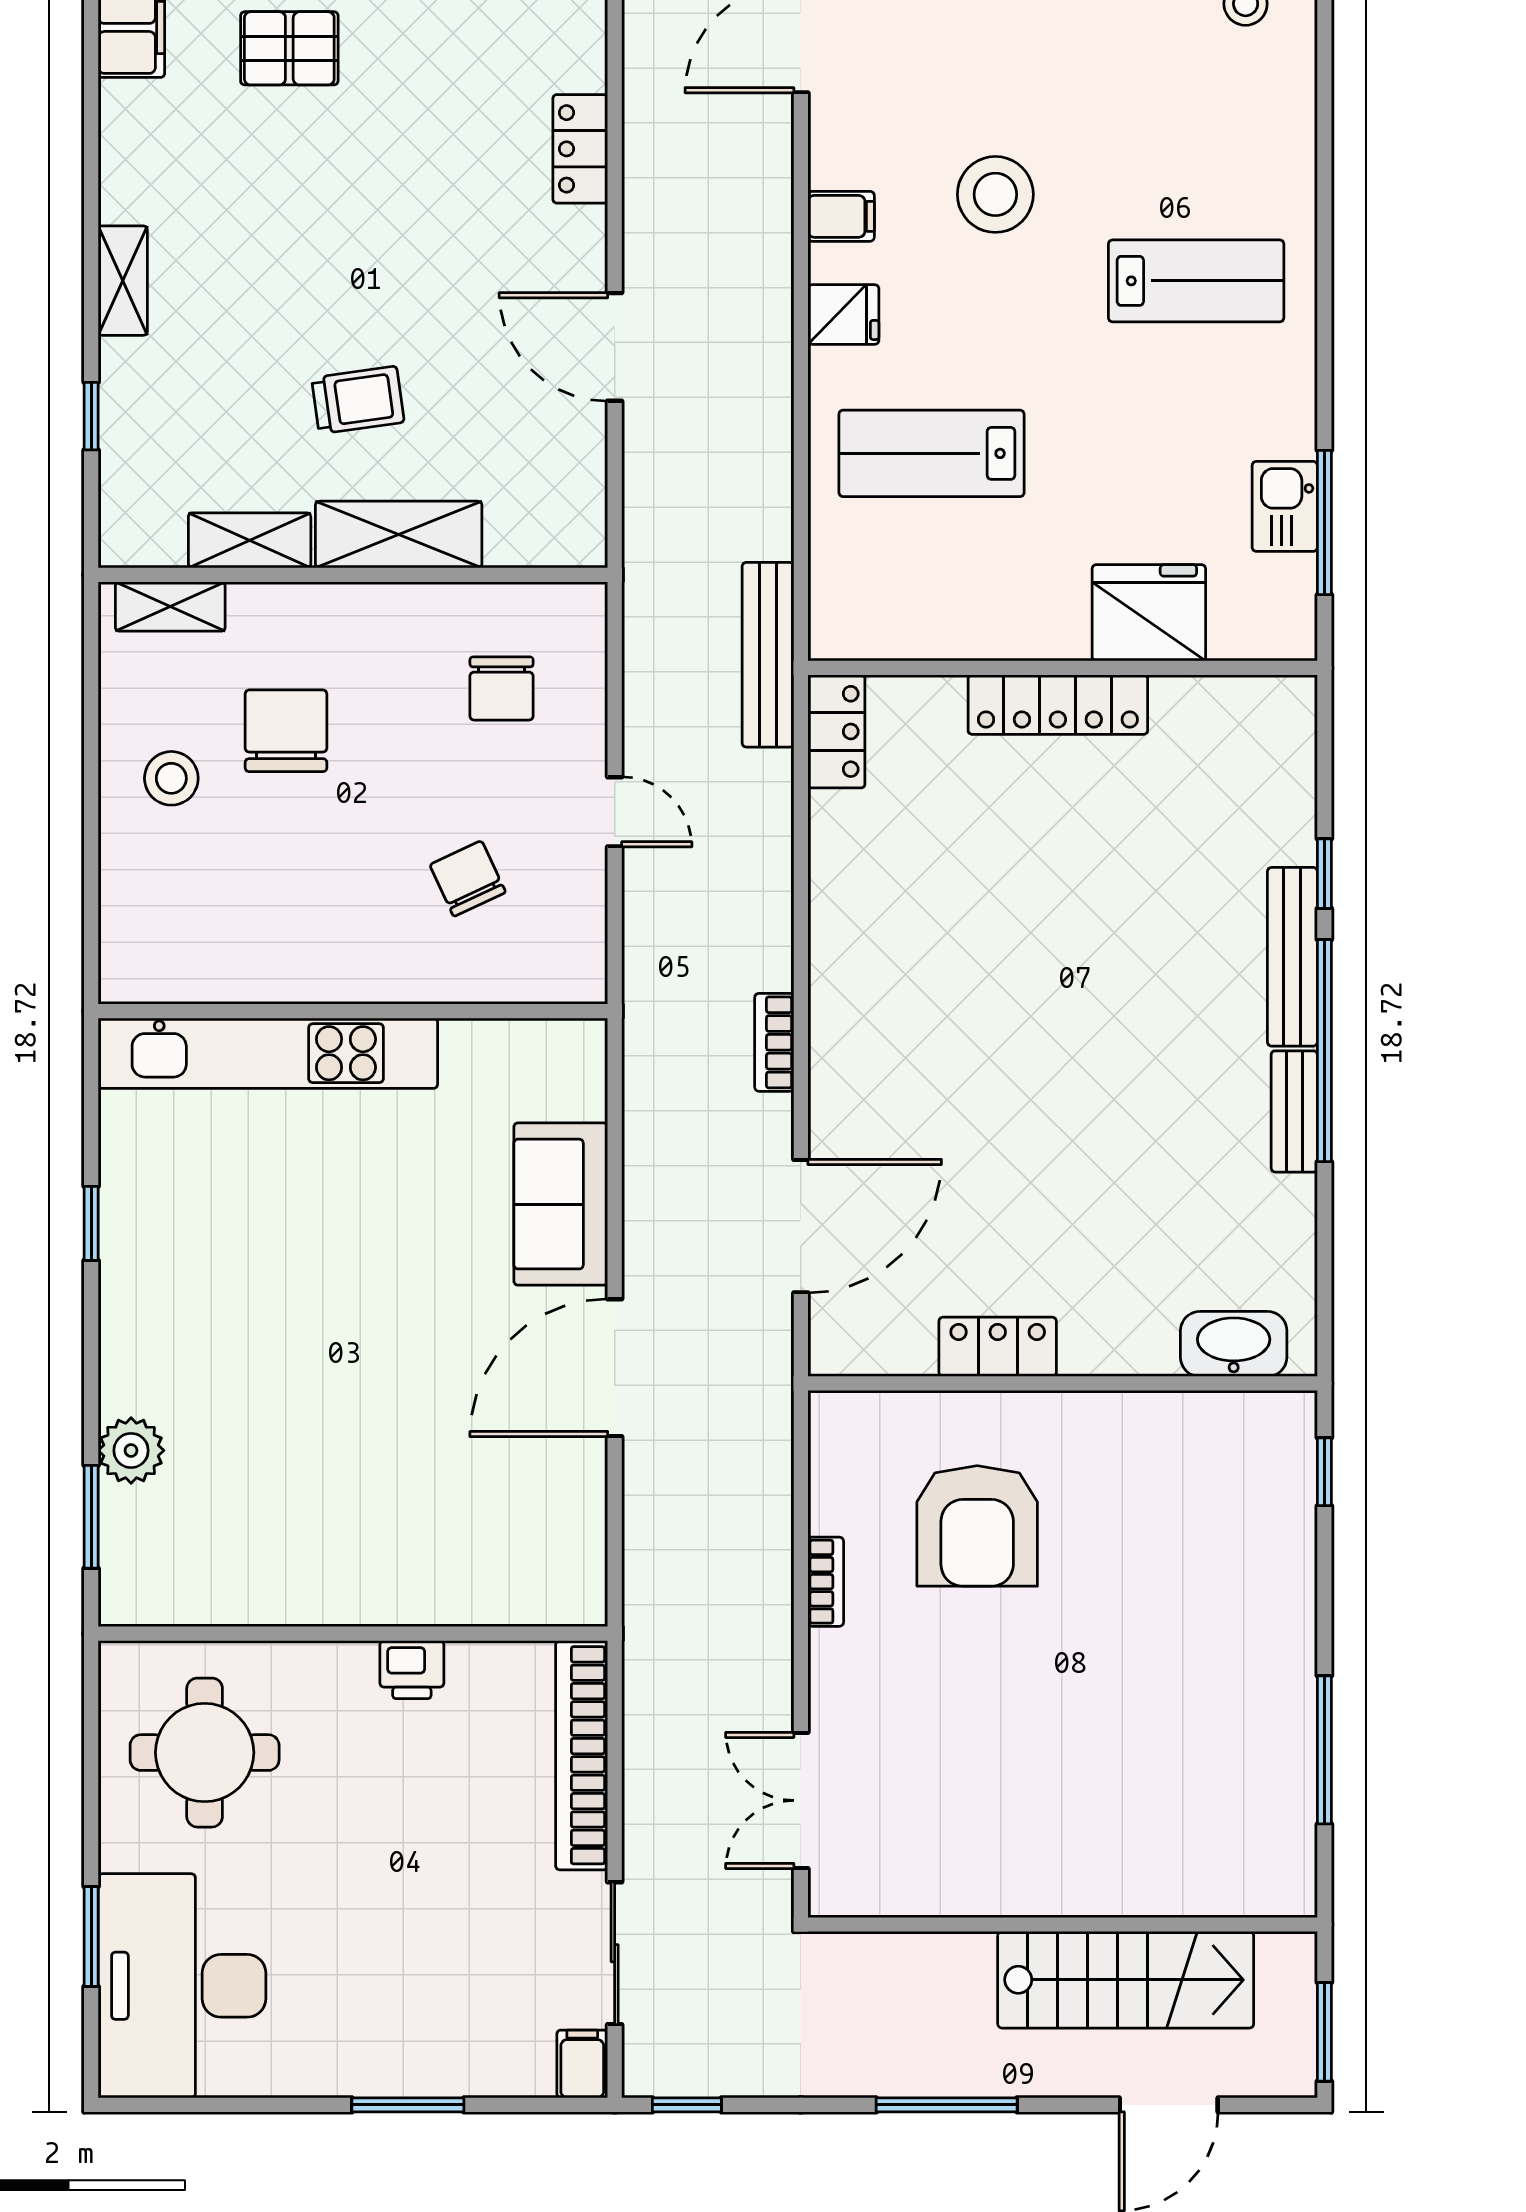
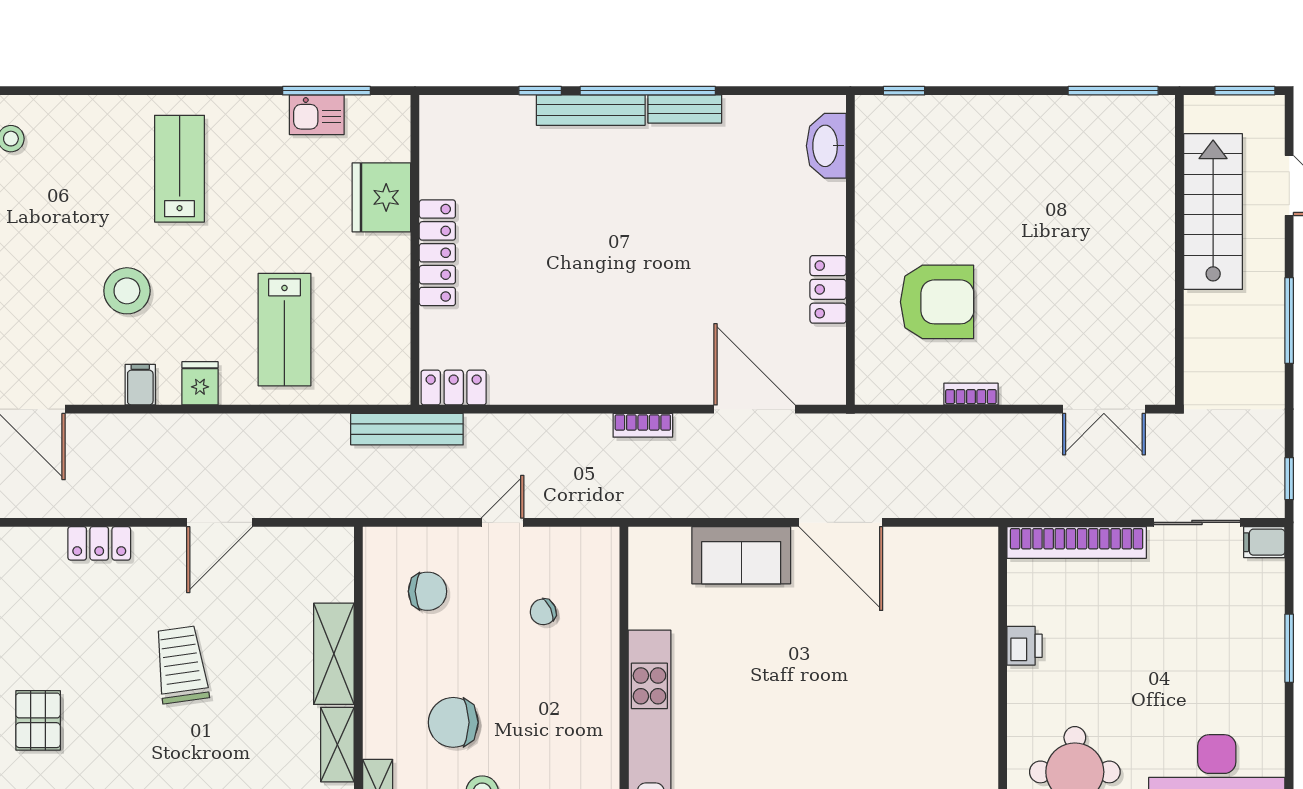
trolley: (358, 400) -> (181, 665), moved, width x1.36, depth x1.39
chair: (468, 879) -> (543, 612), width x0.73, depth x0.73
window: (1324, 1750) -> (1113, 91), moved

